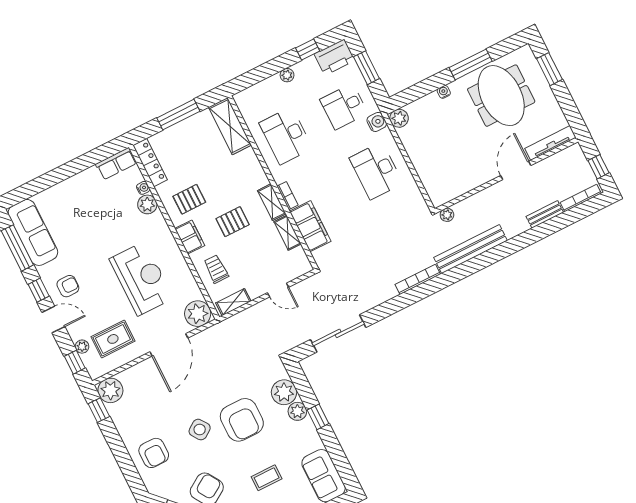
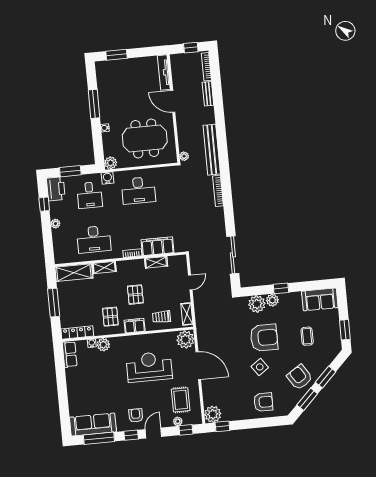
meeting table: (501, 96) -> (145, 139), moved
shelving: (272, 202) -> (104, 267), moved

